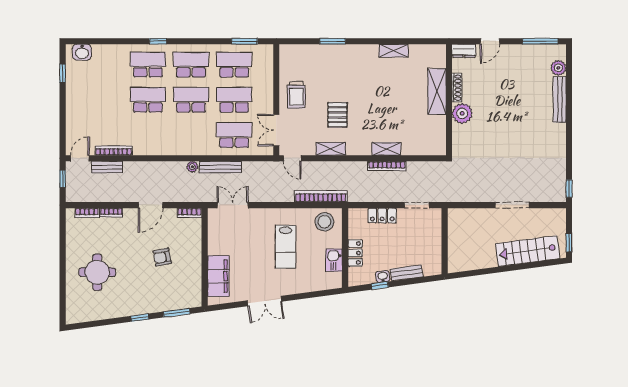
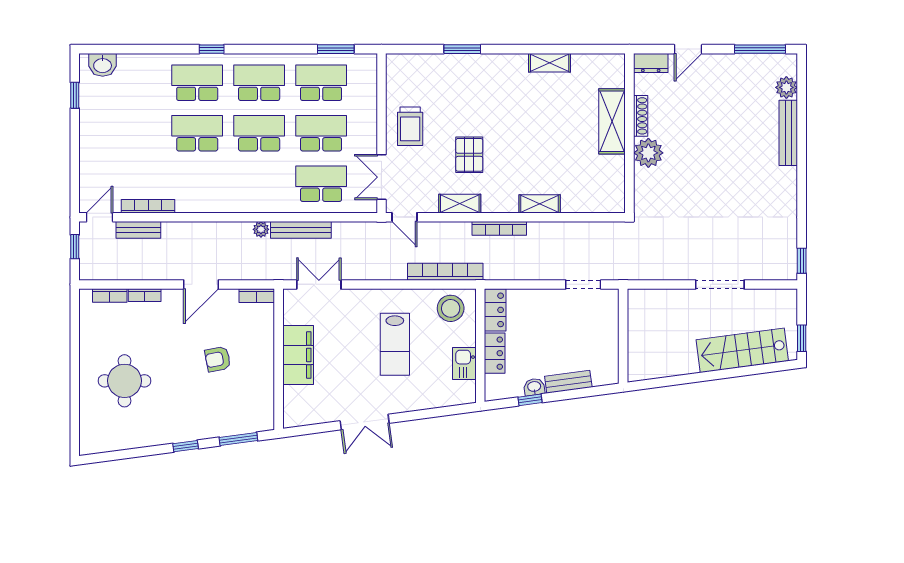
bookcase: (387, 166) -> (499, 228), moved
locker: (382, 216) -> (495, 310), moved, turned -90
filing cabinet: (218, 276) -> (298, 355), moved

